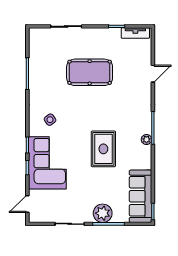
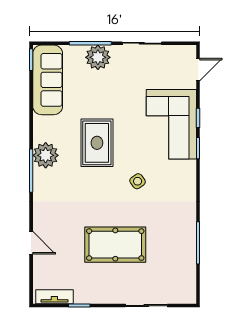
door: (153, 74) -> (31, 243), swing flipped
side table: (50, 120) -> (138, 181), moved
plant: (147, 140) -> (46, 155), width x1.88, depth x1.88

